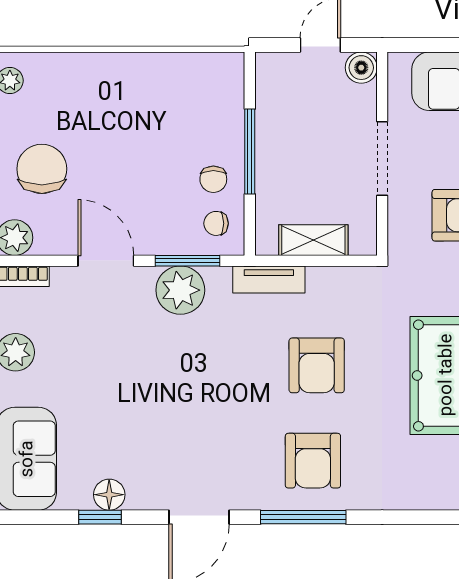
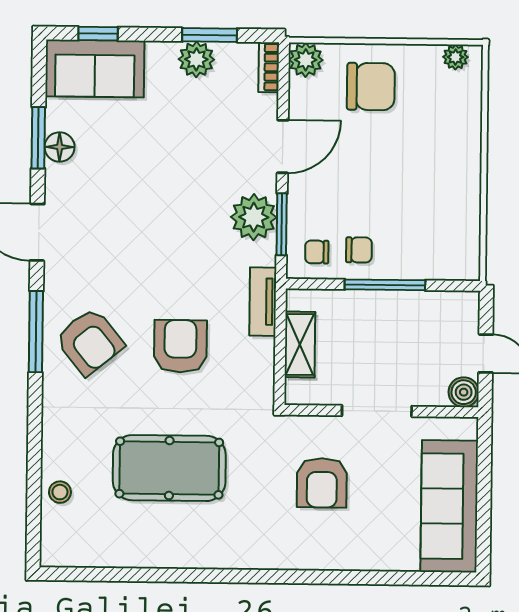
chair: (213, 179) -> (359, 250), turned 180
chair: (216, 223) -> (317, 252), turned -90
armchair: (317, 365) -> (180, 346), turned 90
armchair: (313, 461) -> (90, 342), turned -129
window: (100, 517) -> (38, 138), width x1.50

